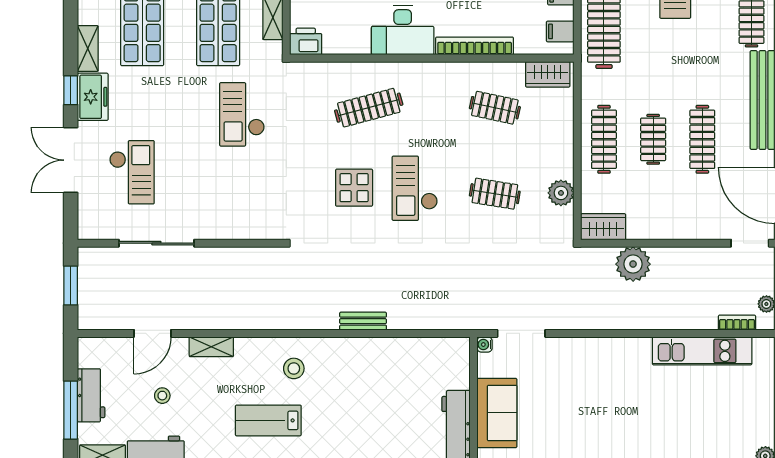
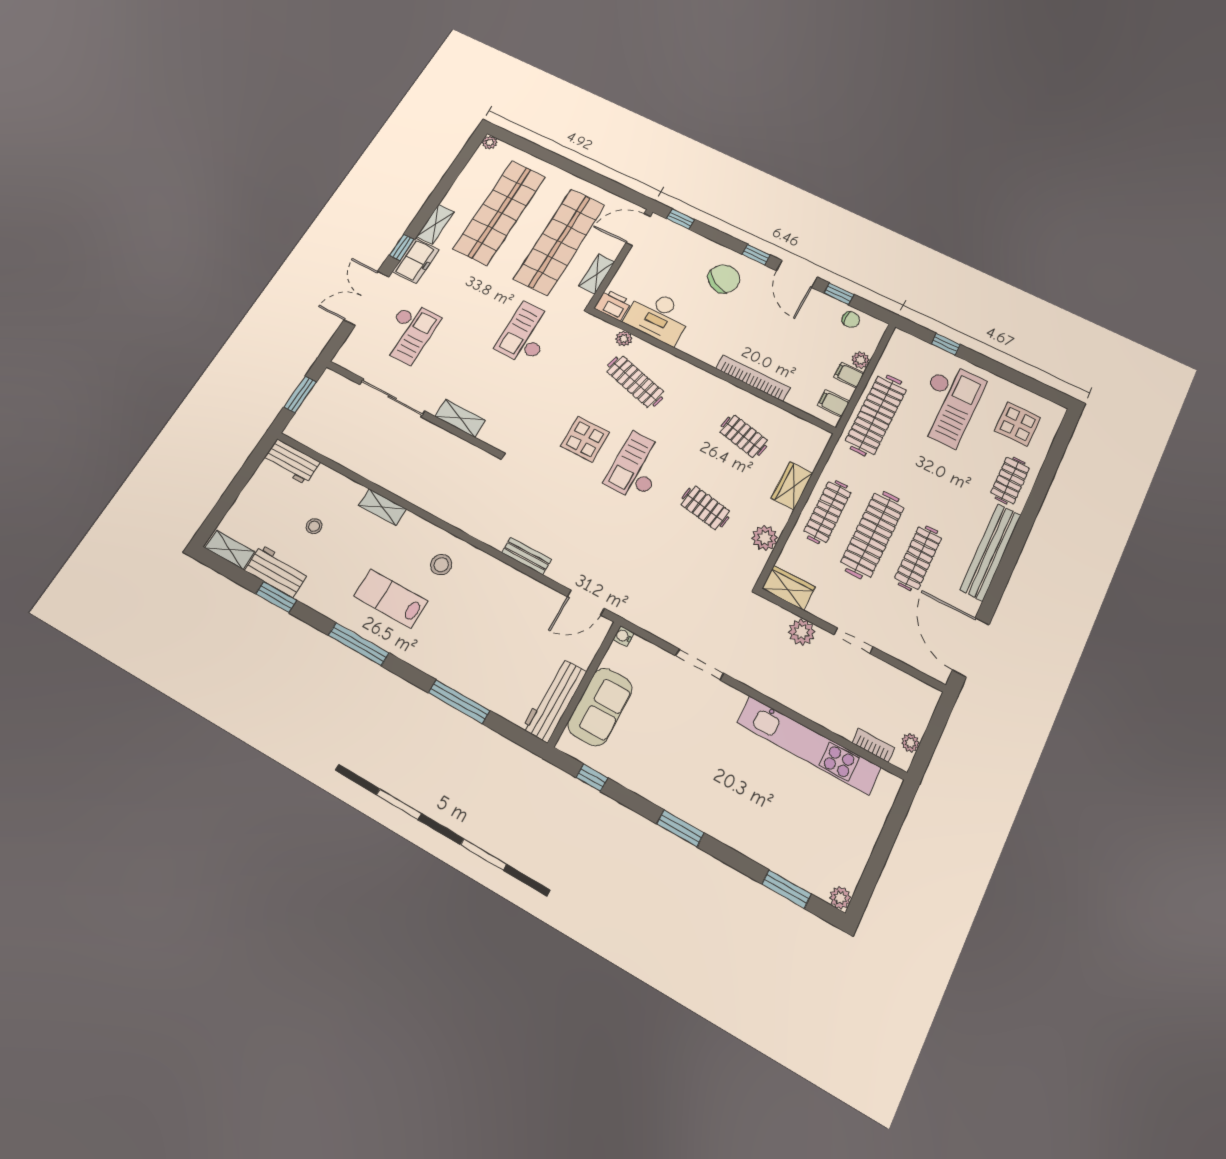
desk: (403, 30) -> (658, 316), moved
plant: (335, 70) -> (624, 339), added
wardrobe: (548, 74) -> (792, 486), moved, turned 90
clothes rail: (369, 108) -> (635, 382), turned 30
clothes rail: (653, 139) -> (873, 535), width x1.86, depth x1.31
shelving: (230, 229) -> (460, 418), added
doorway: (750, 243) -> (854, 641), moved
plant: (633, 264) -> (802, 632), width x0.73, depth x0.73
door: (152, 333) -> (586, 603), moved
doorway: (521, 333) -> (700, 664), moved
kitchen unit: (702, 351) -> (809, 745), width x1.36
workbench: (91, 395) -> (291, 462), moved, turned 90
window: (71, 410) -> (230, 496), removed

